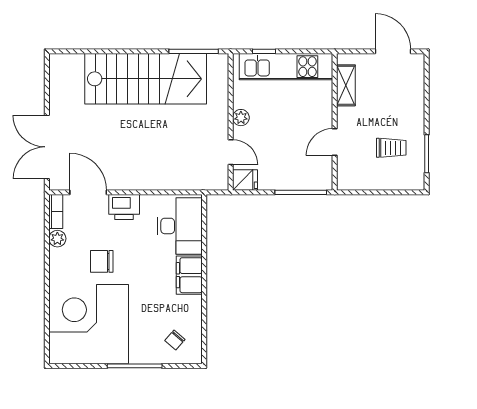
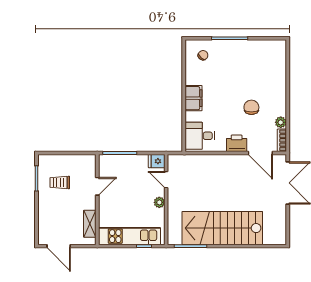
desk: (180, 226) -> (200, 136), width x0.73
chair: (102, 261) -> (251, 107), turned -90
corner desk: (89, 324) -> (260, 66), removed

